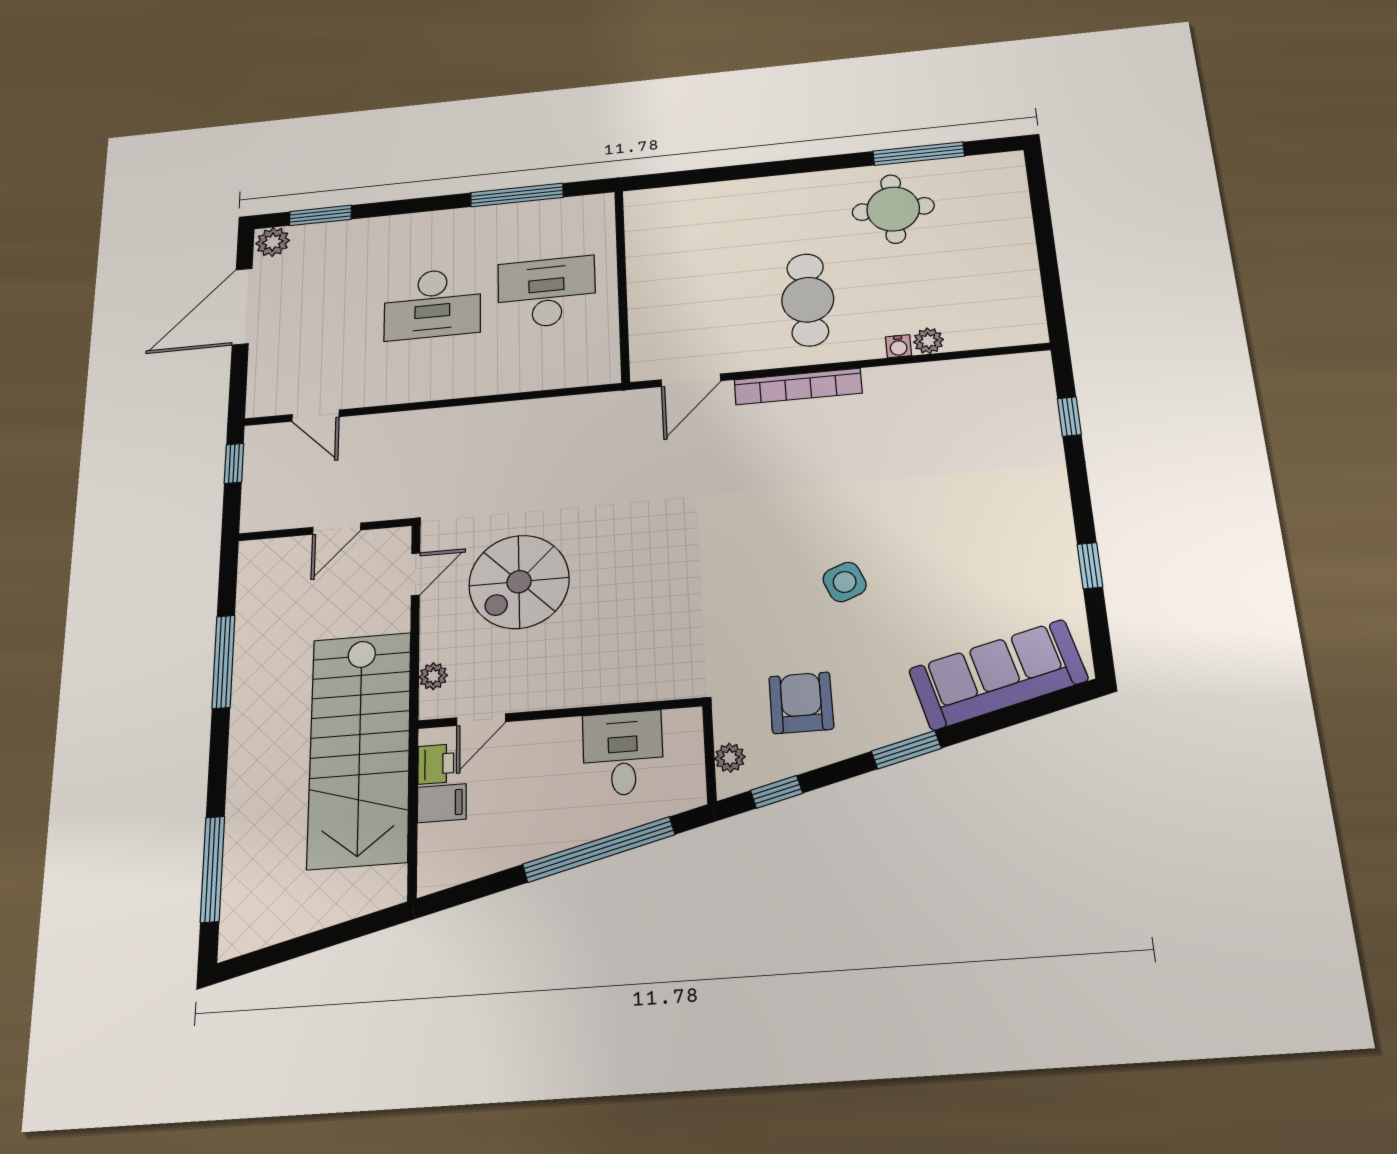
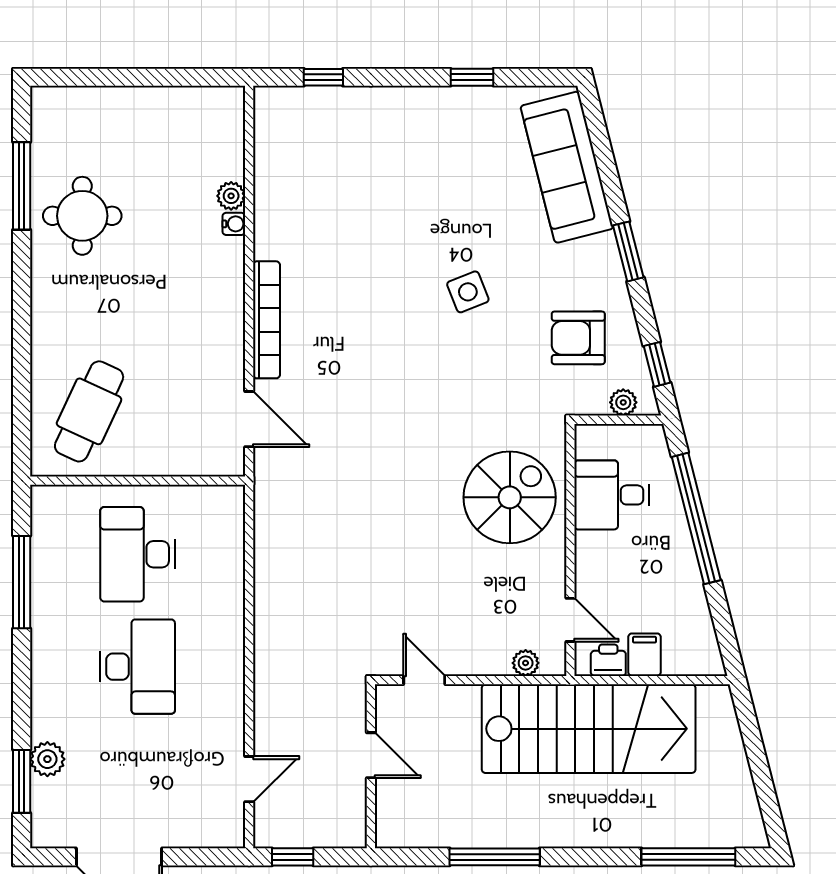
plant: (273, 242) -> (47, 759), moved
cafe table: (808, 300) -> (89, 411), moved, turned -65
spiral stairs: (519, 582) -> (510, 497), moved, turned -90

